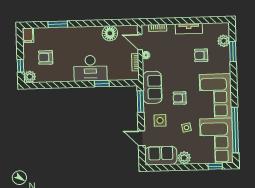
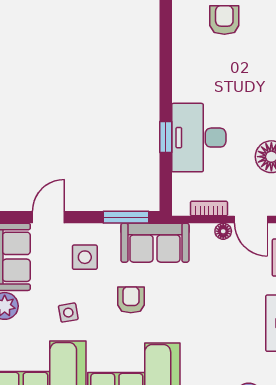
door: (140, 42) -> (251, 220), swing flipped
armchair: (201, 55) -> (220, 348), removed
desk: (90, 68) -> (199, 138), moved

